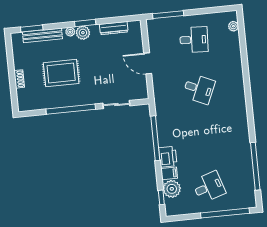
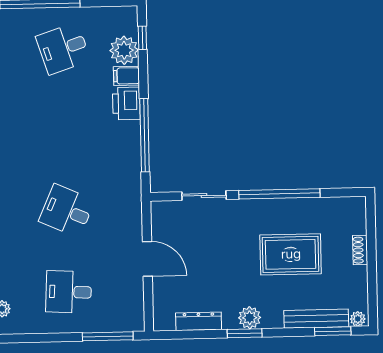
plant: (70, 32) -> (358, 319), moved

